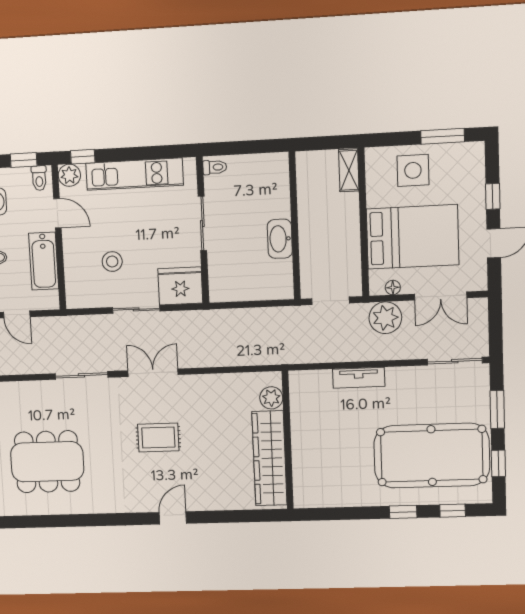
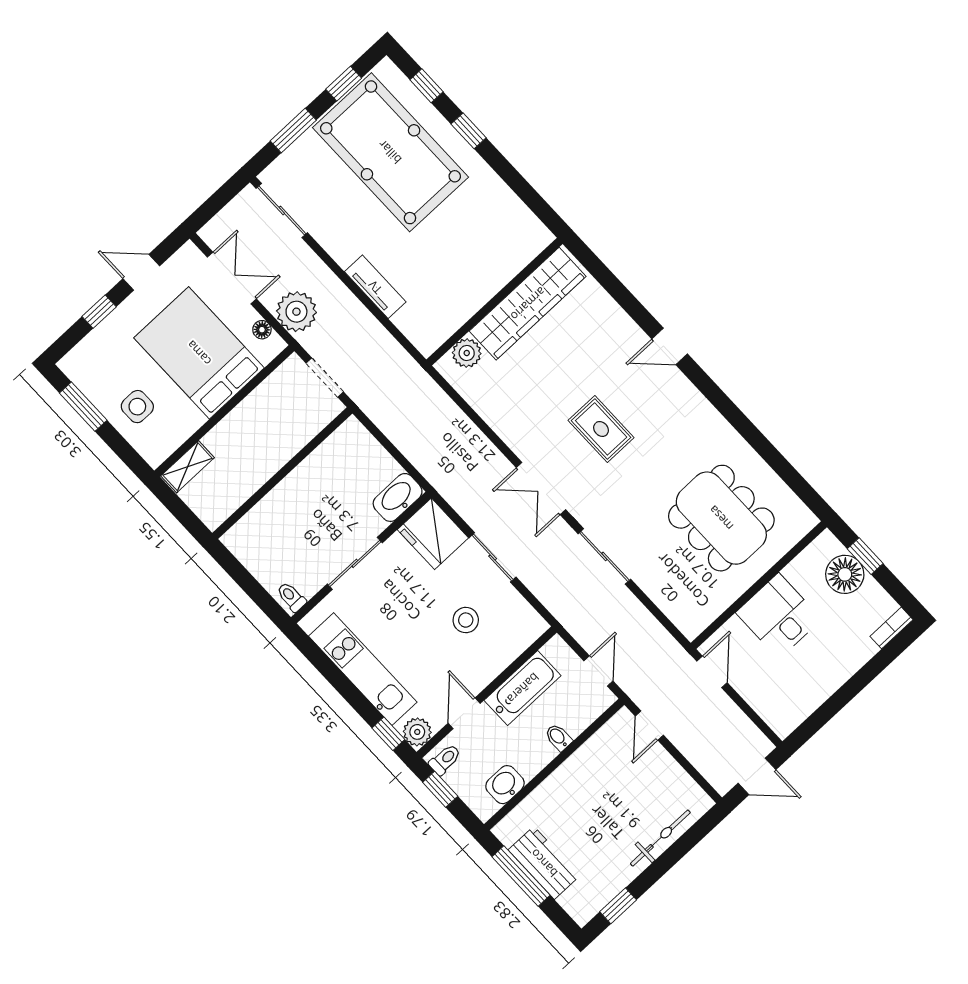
side table: (413, 170) -> (137, 407), width x0.73, depth x0.73
washbasin: (280, 239) -> (398, 497), moved, turned 180

